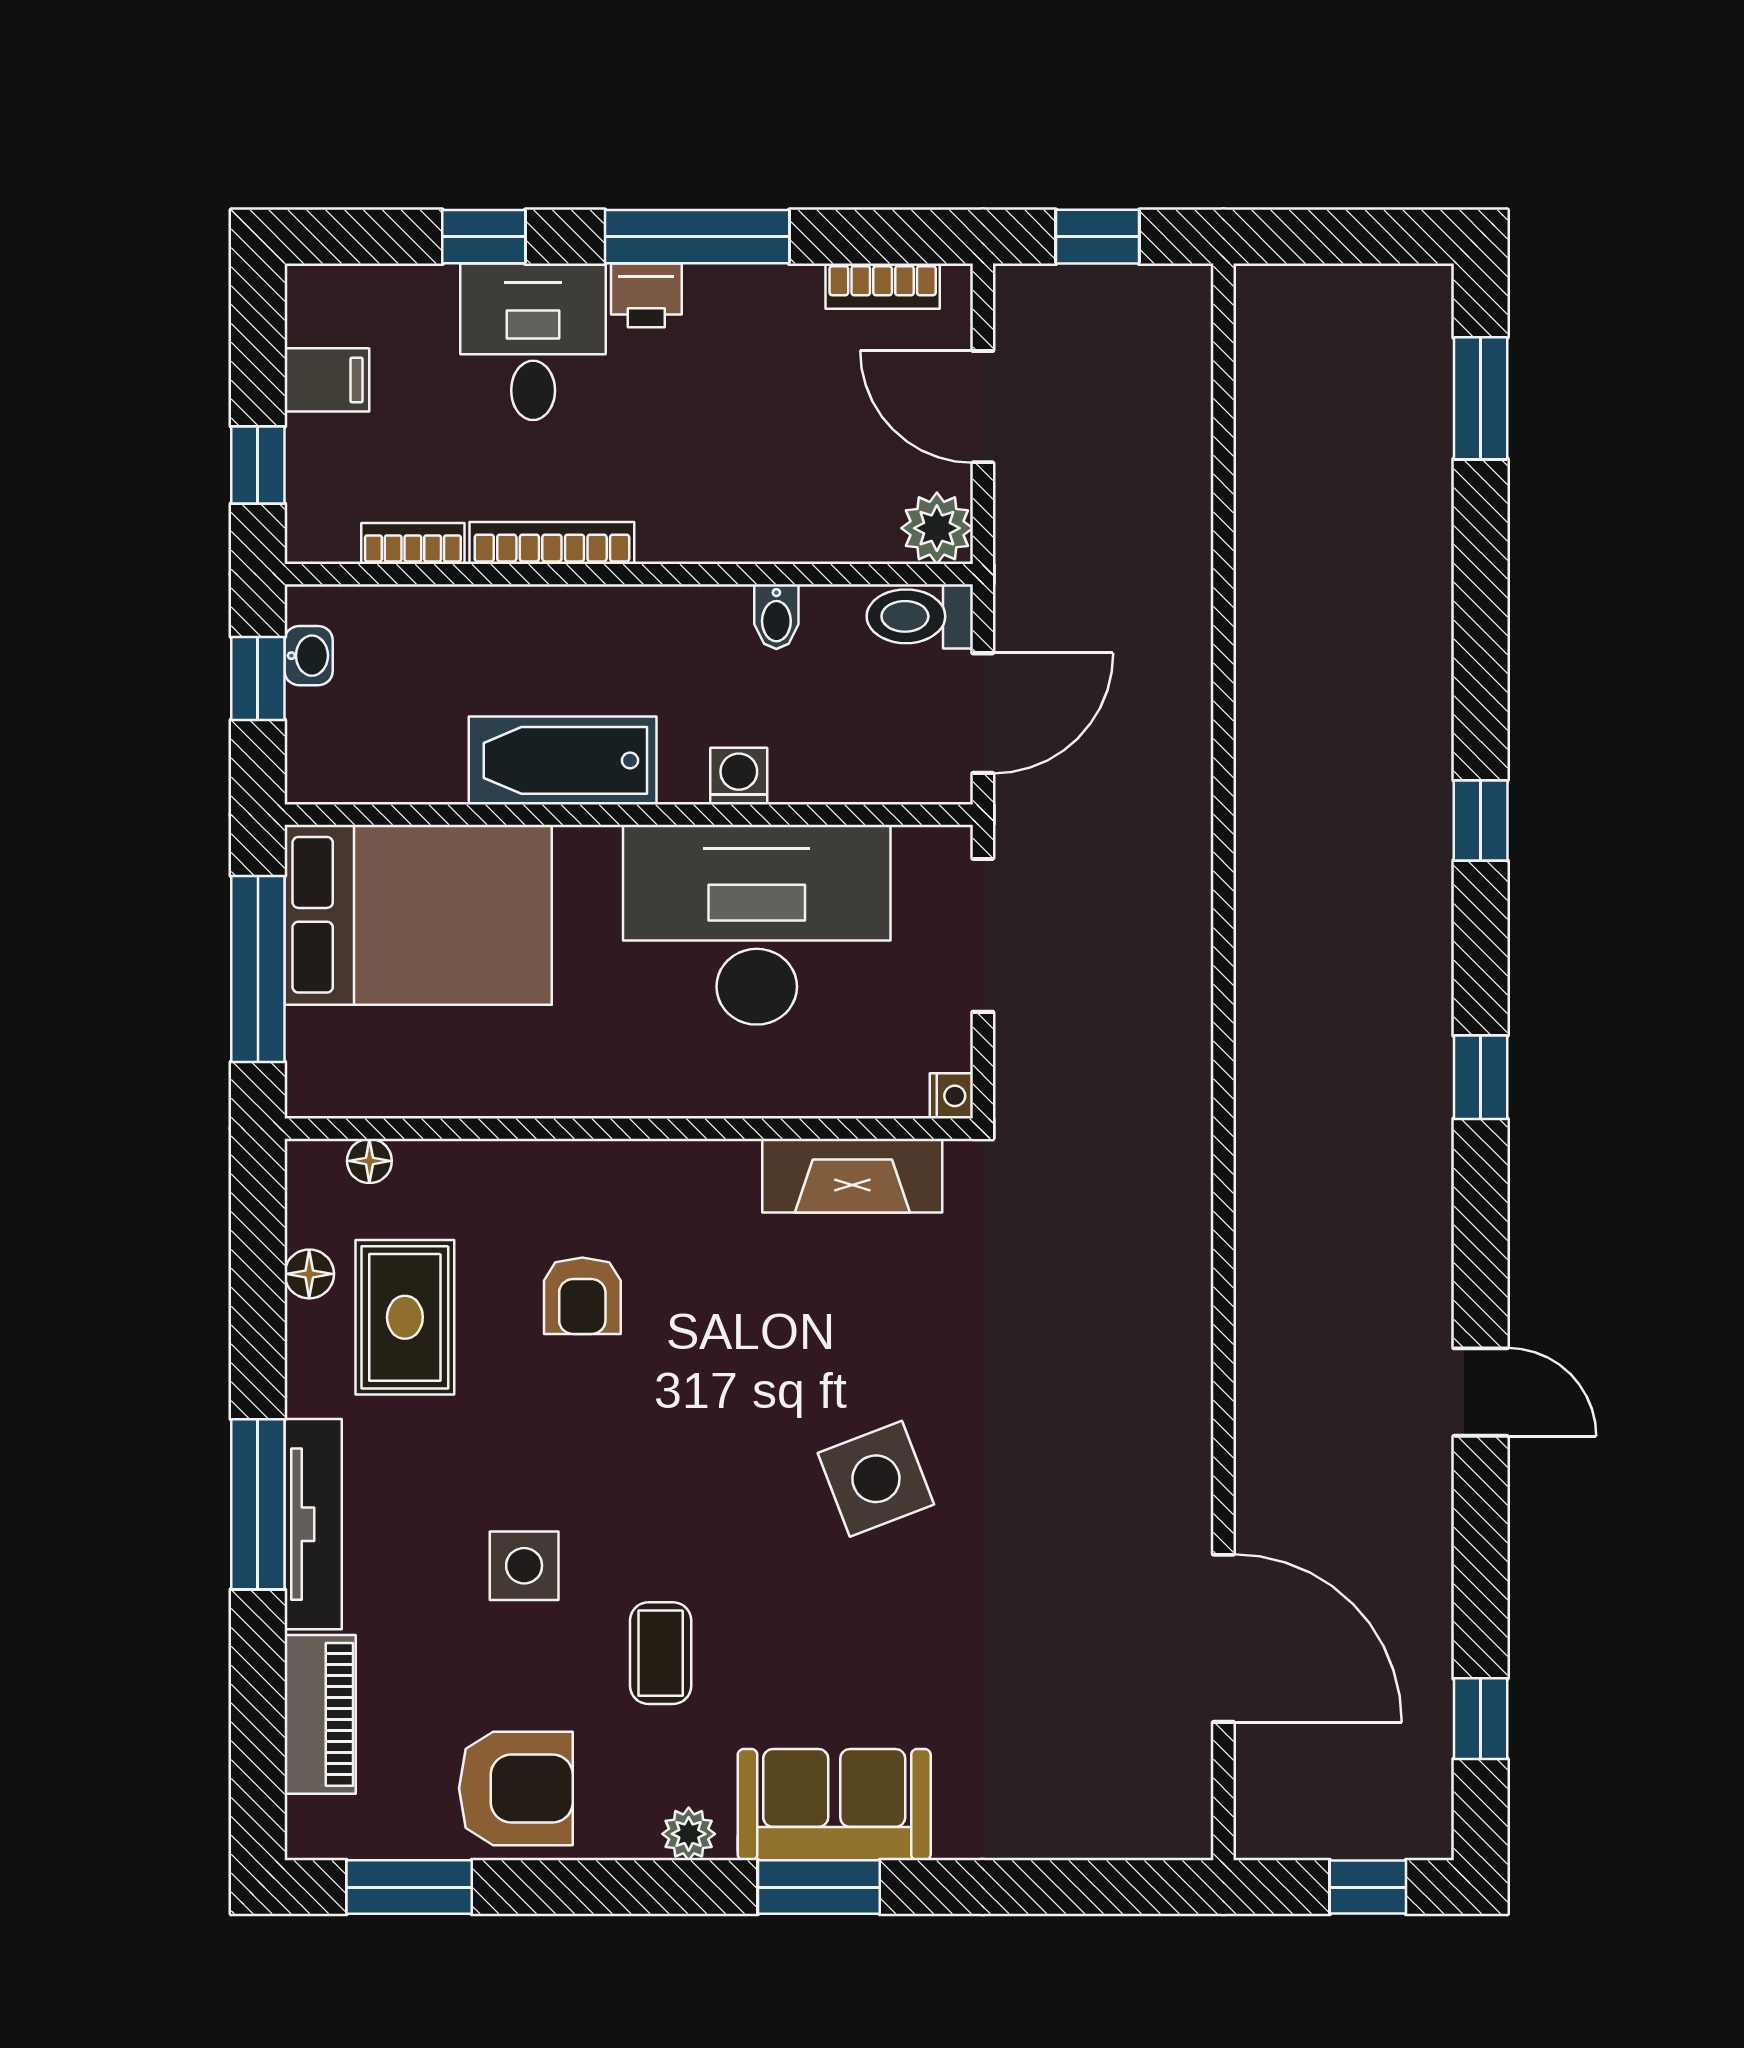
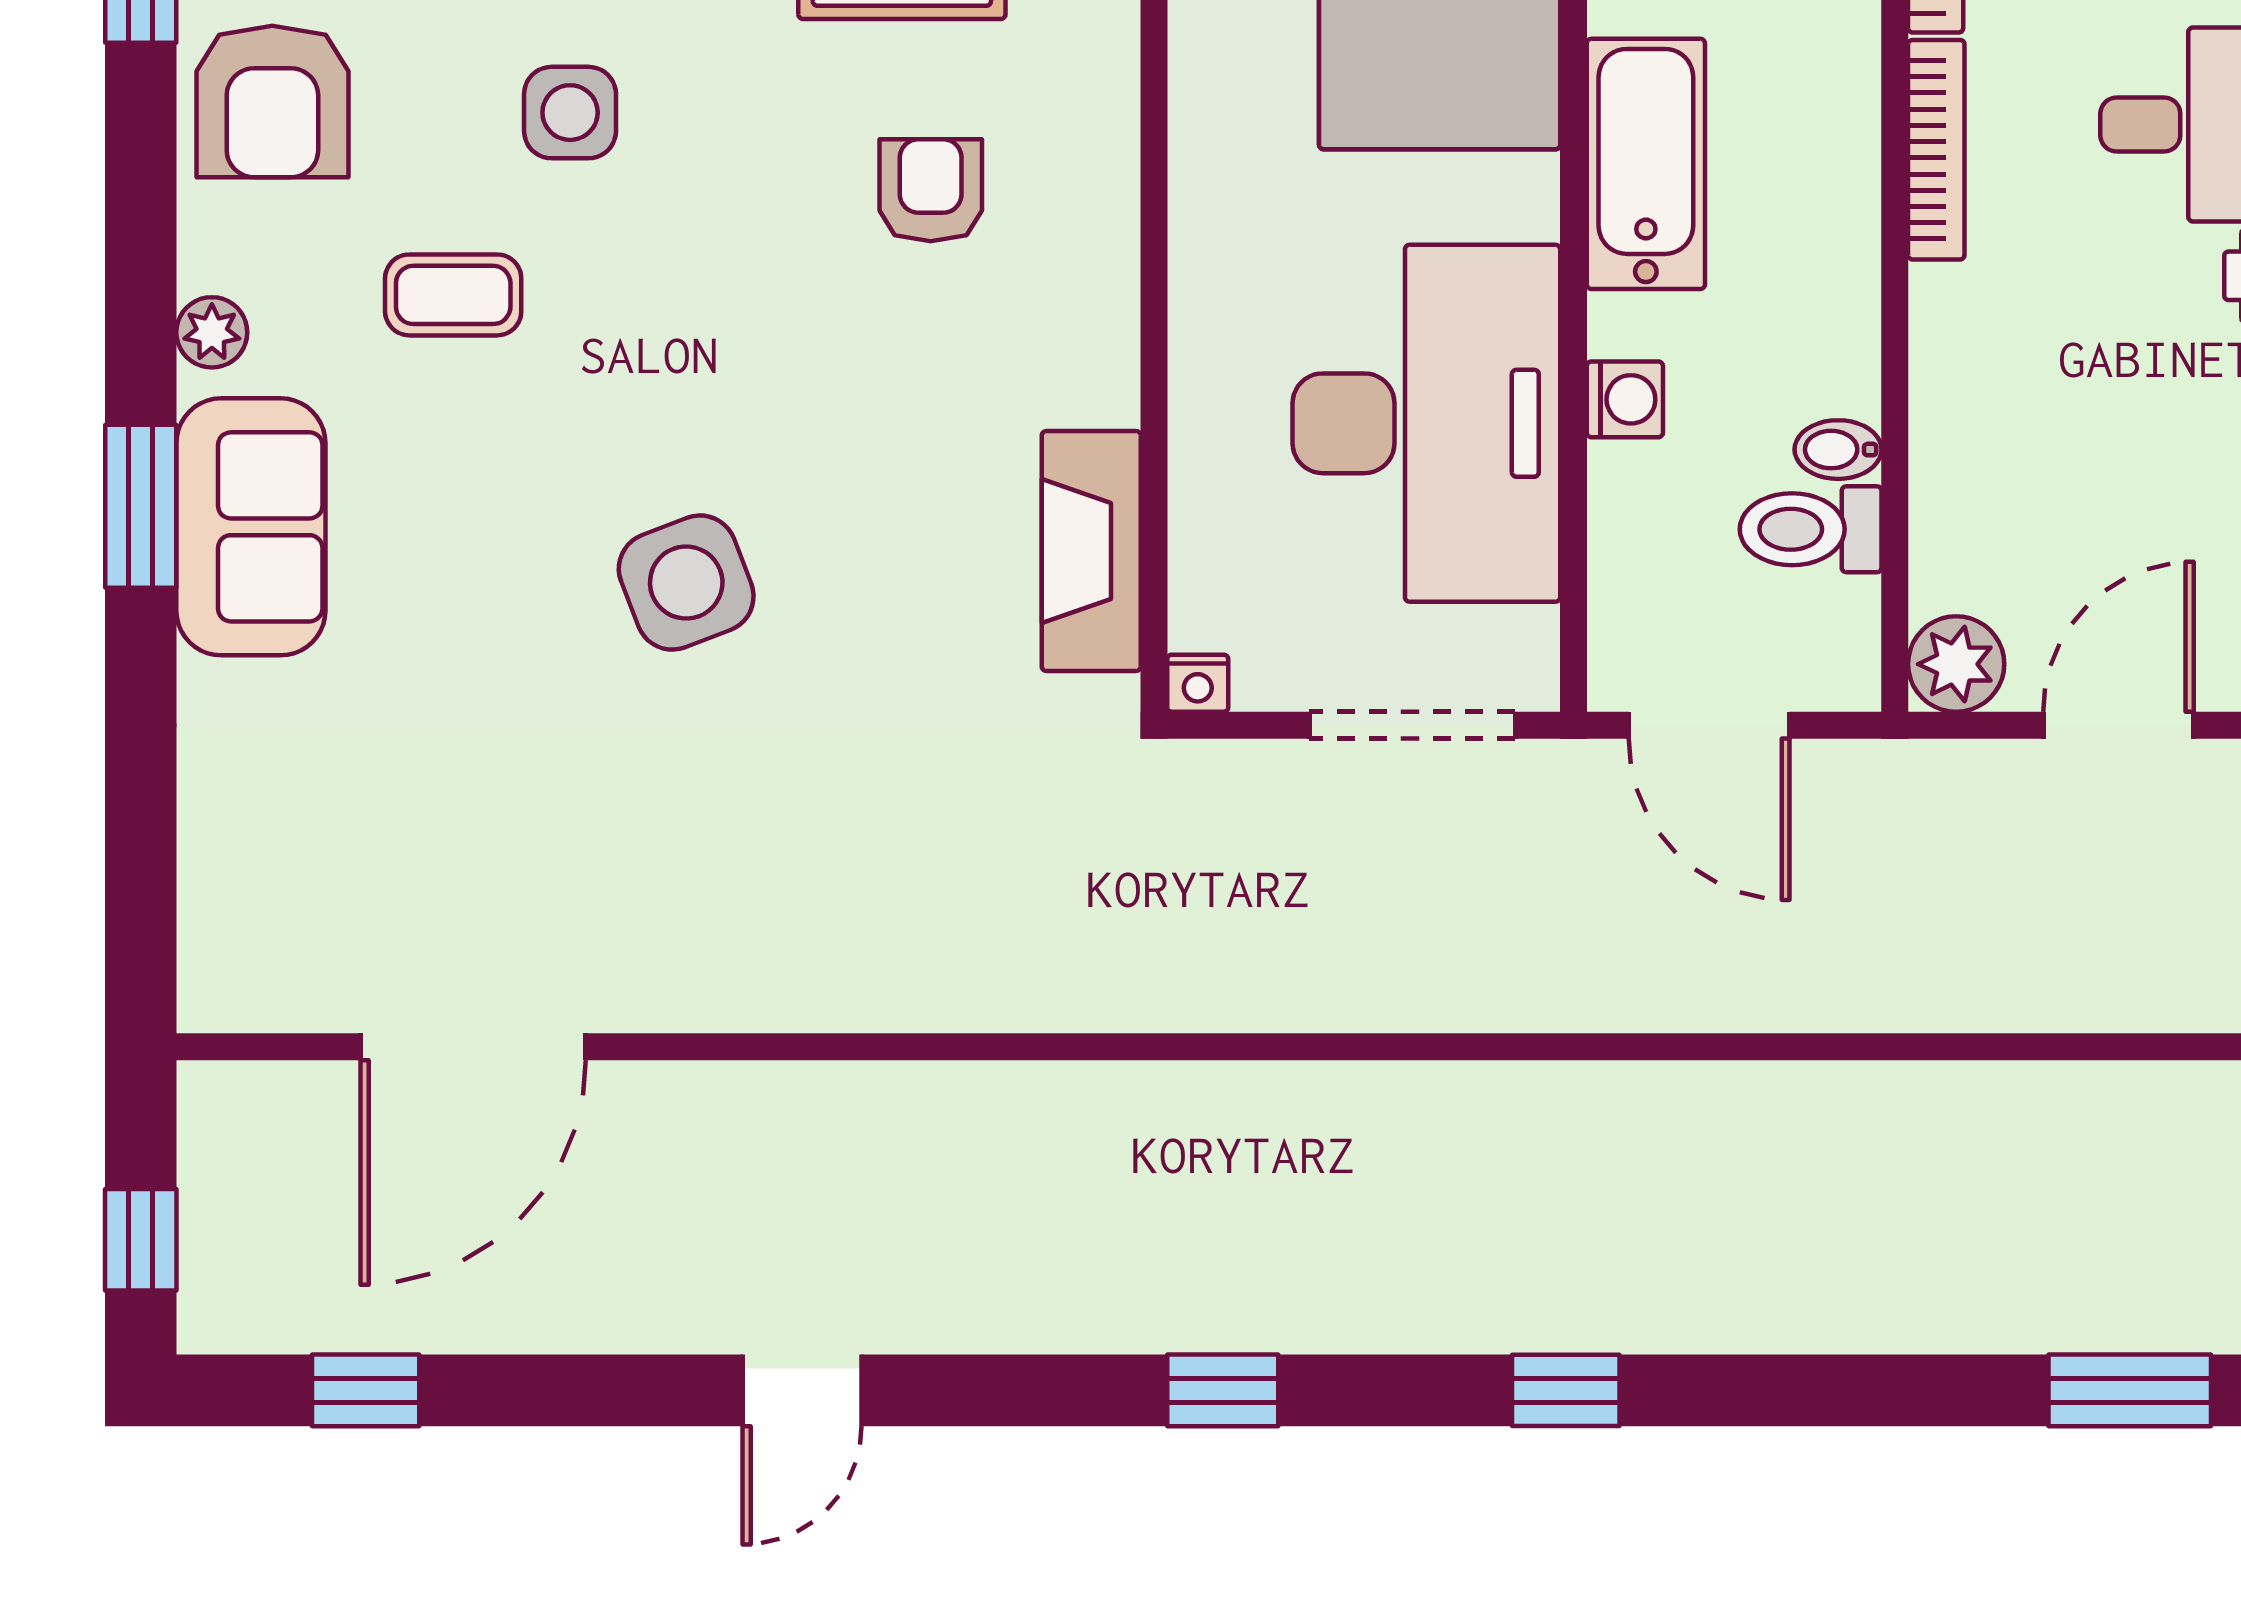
toilet: (920, 616) -> (1811, 529), moved, turned -90
armchair: (582, 1296) -> (931, 190), turned 90

